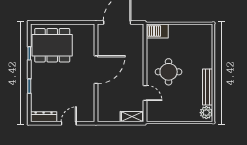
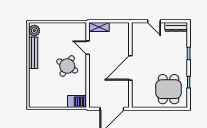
dining table: (52, 45) -> (169, 89), width x0.73
round table: (169, 72) -> (67, 66), turned 30
door: (69, 123) -> (154, 21), hinge flipped

